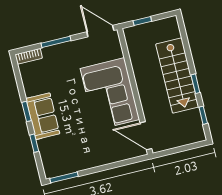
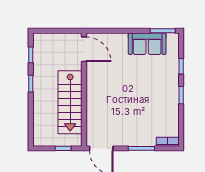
stairs: (177, 76) -> (70, 102), moved, turned 180
corner sofa: (110, 94) -> (106, 93), removed
sofa: (43, 116) -> (147, 44), moved, turned -90

